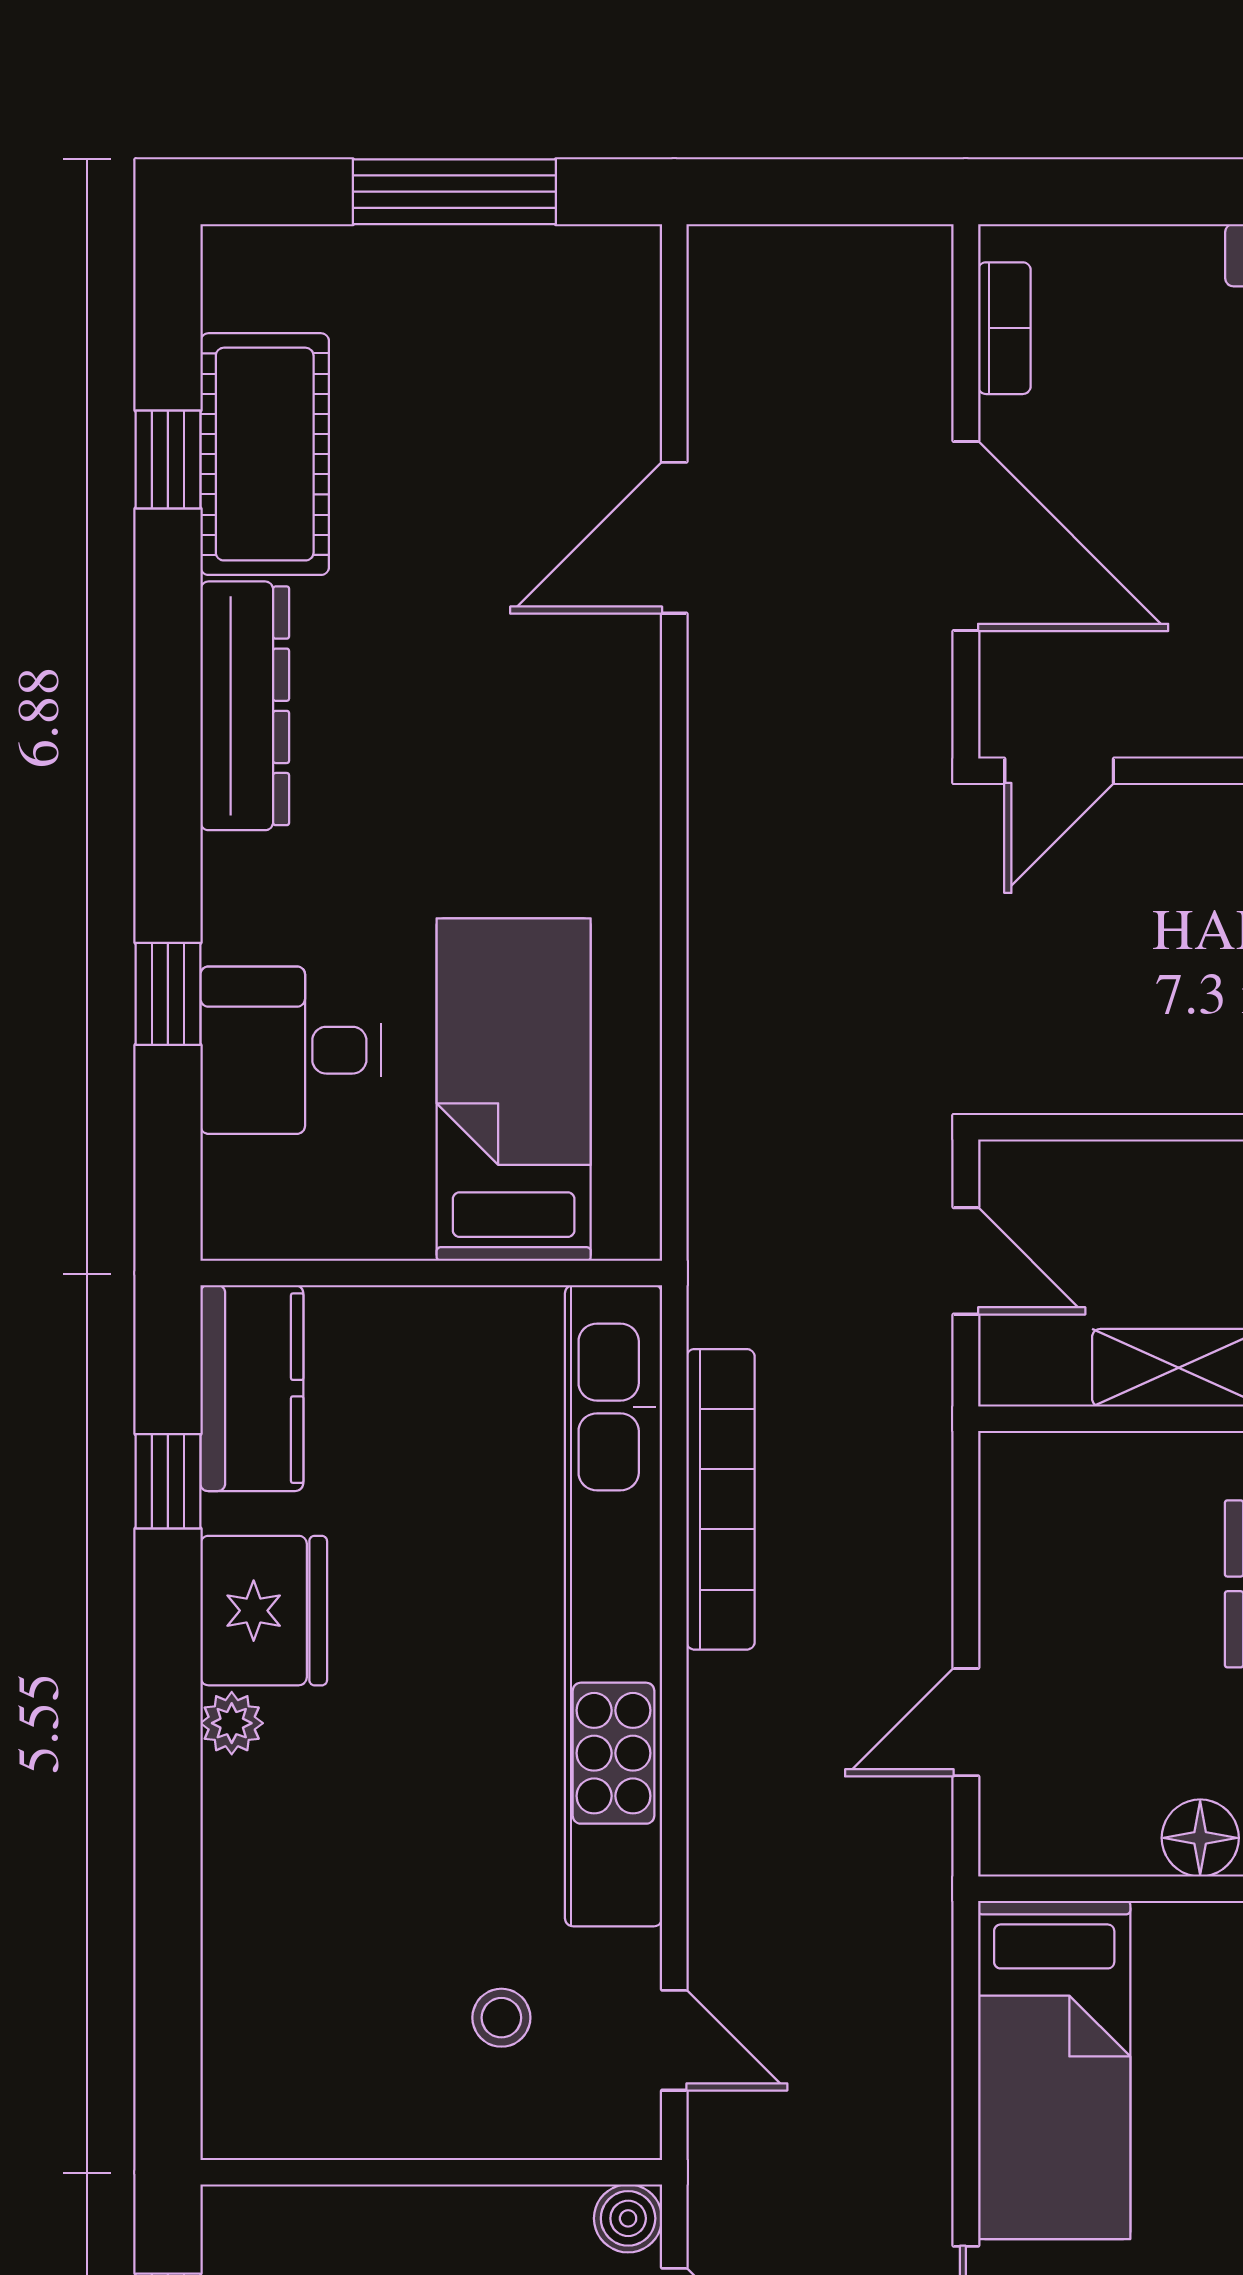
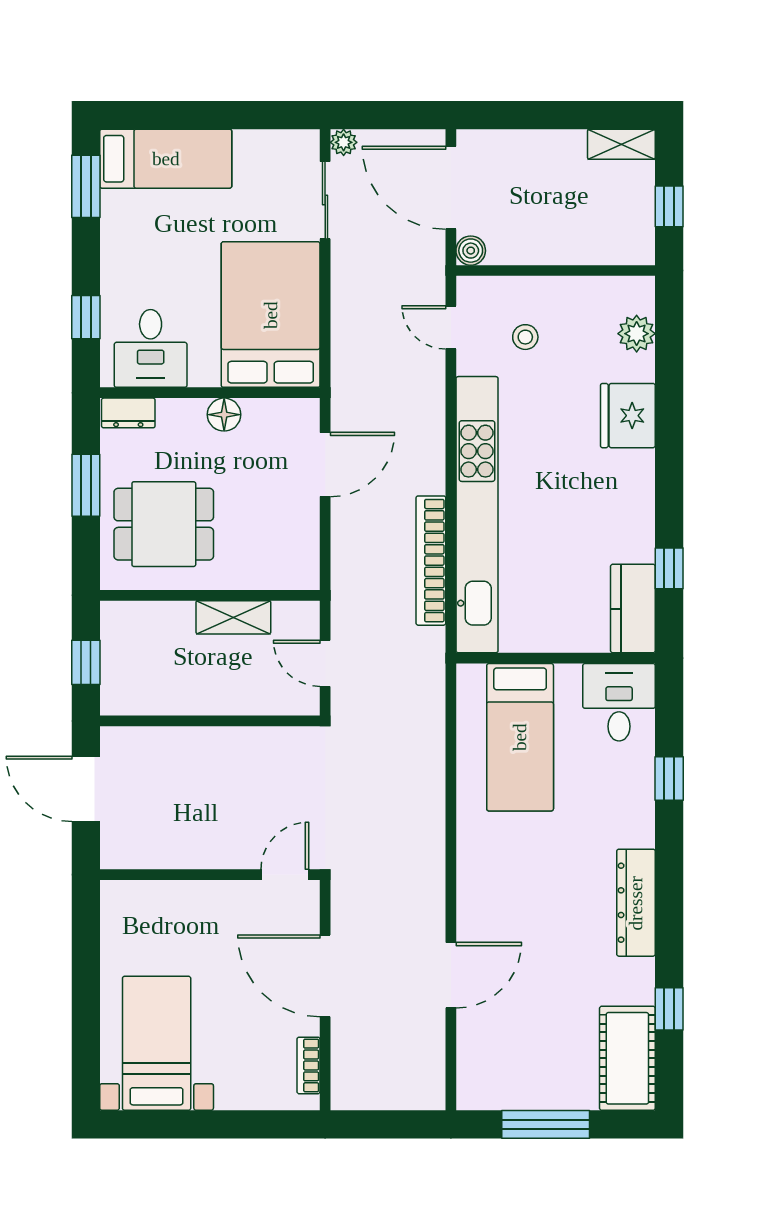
cot: (265, 454) -> (627, 1058), moved
desk: (291, 1050) -> (619, 702), moved, turned -90
fridge: (264, 1611) -> (628, 416), moved
door: (966, 1722) -> (325, 464), width x1.38
plant: (232, 1723) -> (637, 334), moved, width x1.38, depth x1.38
bed: (1054, 2070) -> (271, 315), width x1.50

